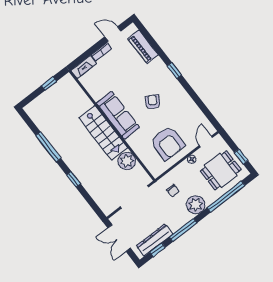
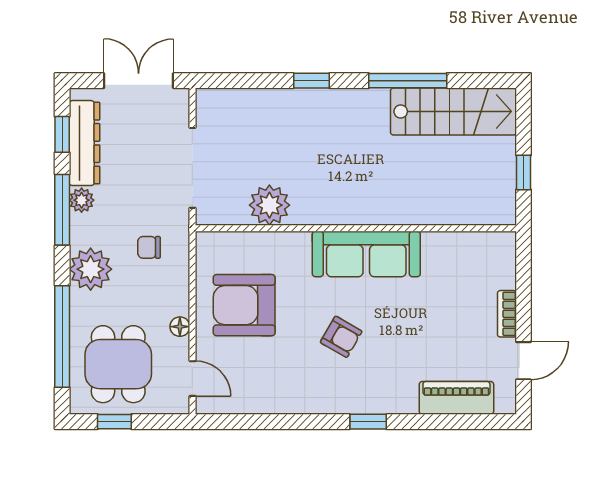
fireplace: (84, 67) -> (504, 260), removed
stairs: (103, 133) -> (453, 111), moved, turned 180
plant: (175, 226) -> (82, 200), added

